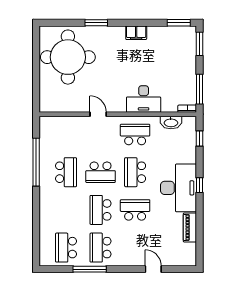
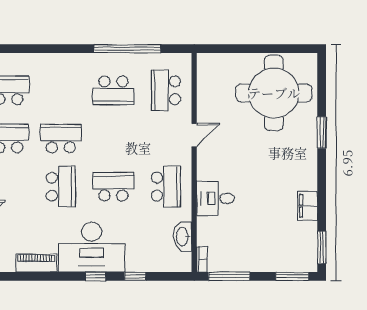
filing cabinet: (136, 33) -> (308, 206), moved
desk: (144, 99) -> (215, 198), width x0.73
window: (200, 138) -> (135, 276), moved
school desk: (101, 172) -> (166, 90), moved

